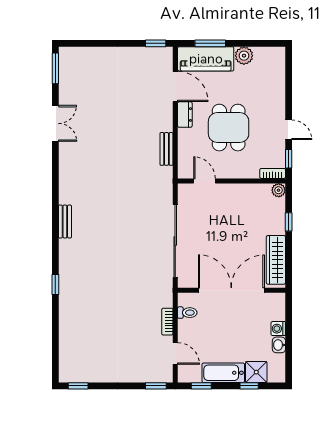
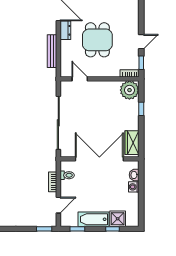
door: (289, 130) -> (141, 42), hinge flipped
bench: (166, 149) -> (52, 51), width x1.36
plant: (279, 190) -> (129, 90), width x1.87, depth x1.87
wardrobe: (276, 260) -> (132, 143), width x0.67
washbasin: (279, 345) -> (134, 175), moved
door: (175, 353) -> (58, 205), hinge flipped

